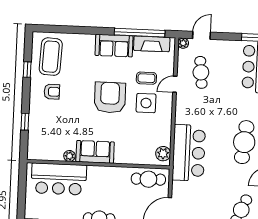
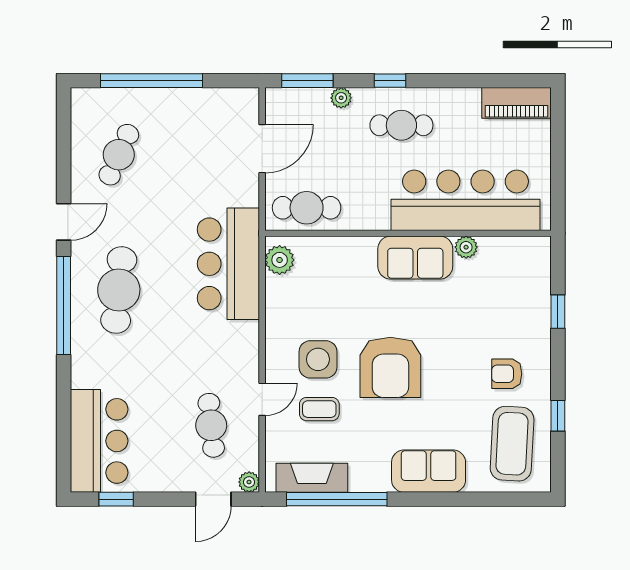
sofa: (114, 46) -> (429, 471), moved
bar counter: (59, 179) -> (465, 200), width x1.36

